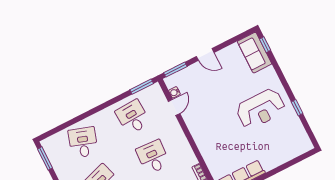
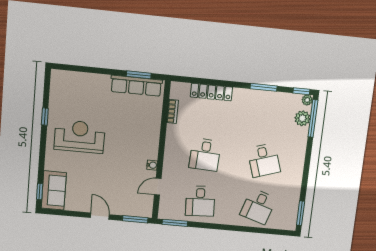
water cooler: (174, 92) -> (152, 165), moved

